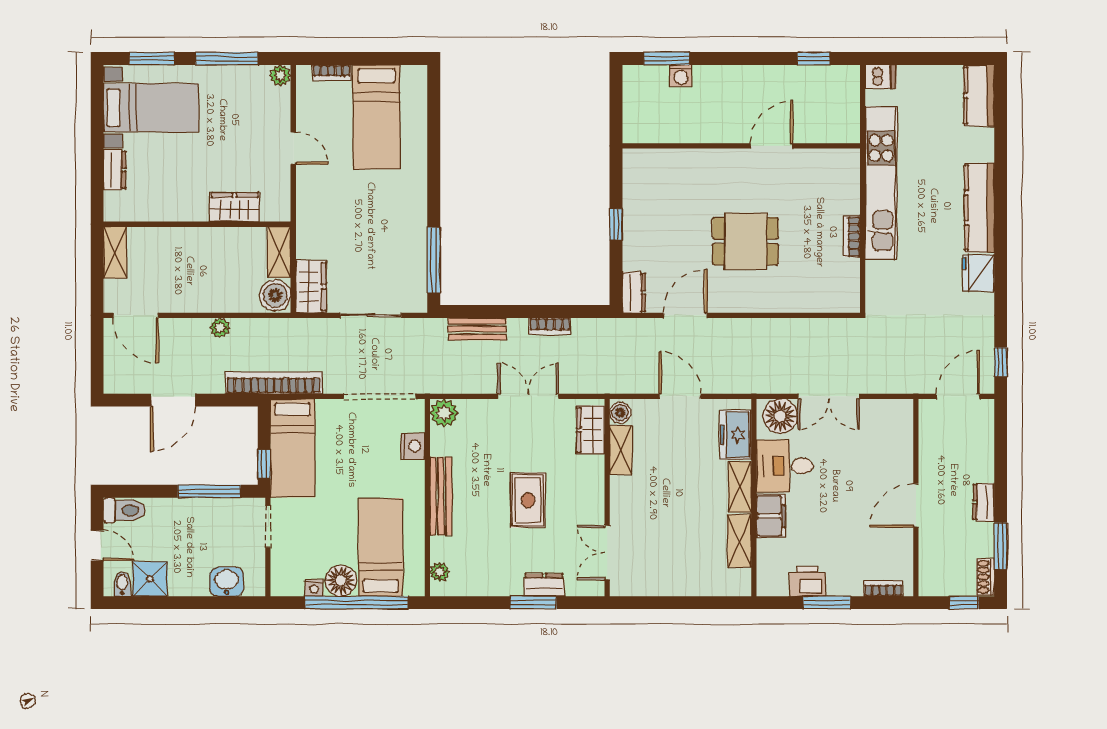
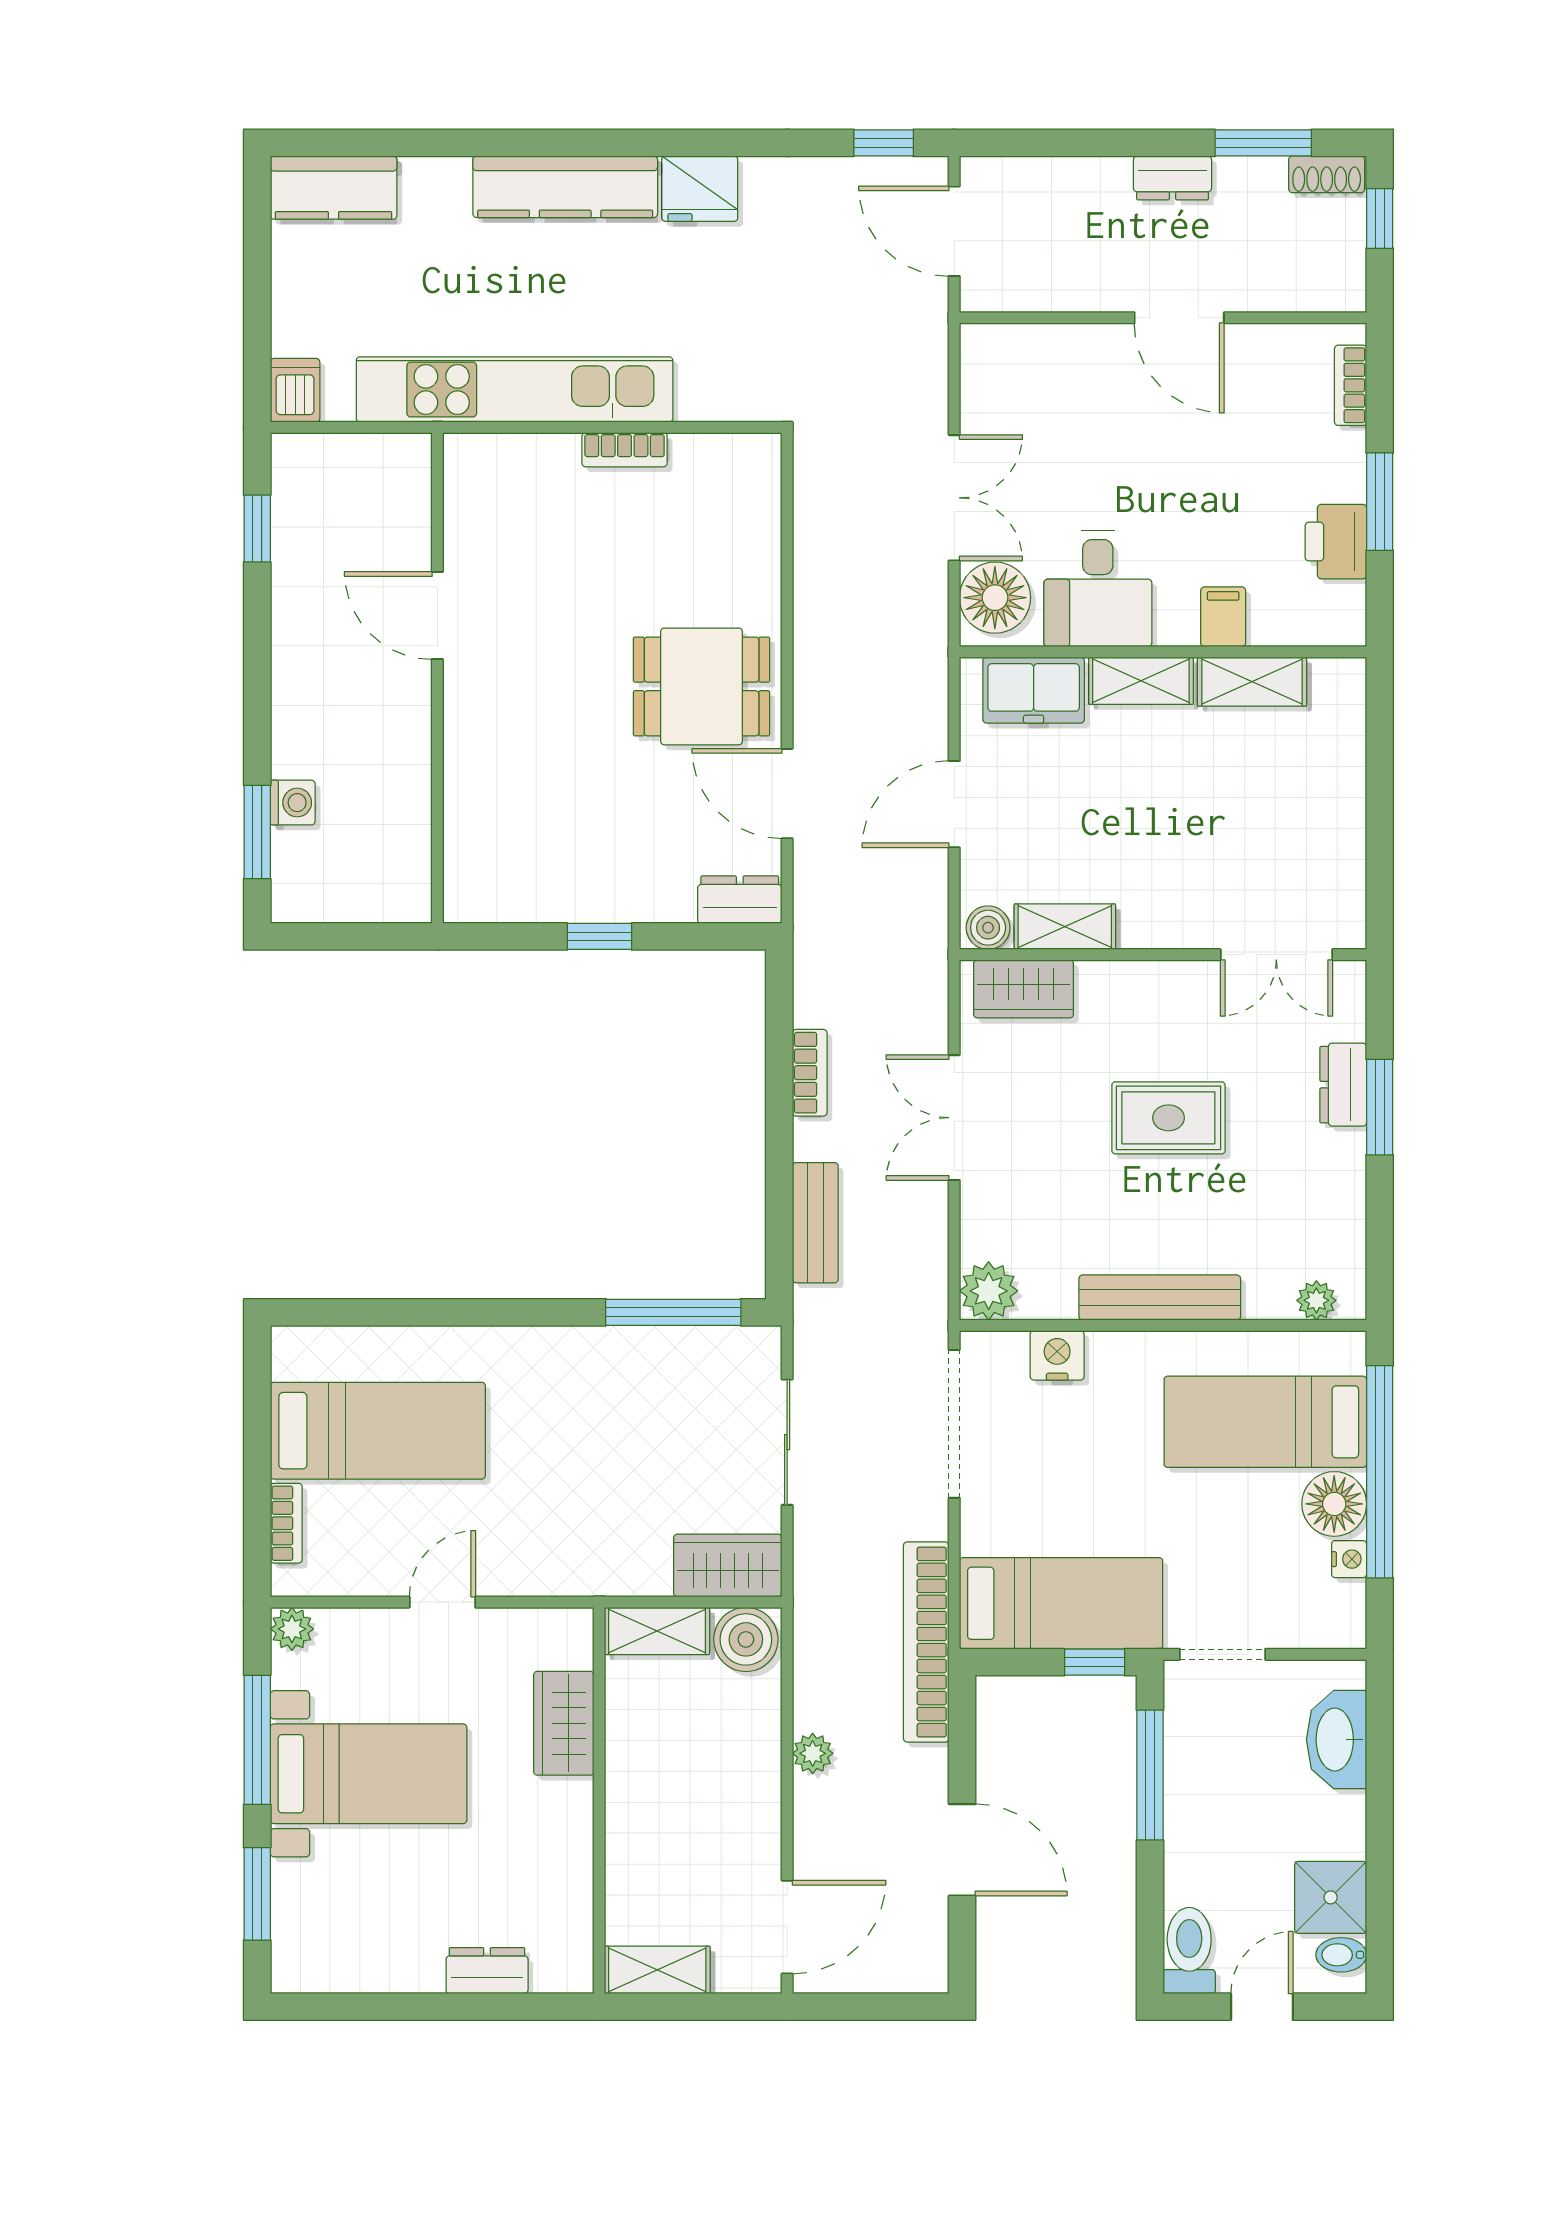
bed with nightstands: (151, 108) -> (369, 1774), moved, turned 90
dining table: (745, 241) -> (702, 686), moved, turned 90
filing cabinet: (771, 516) -> (1223, 617), width x0.50
washbasin: (227, 582) -> (1337, 1740), width x1.38

